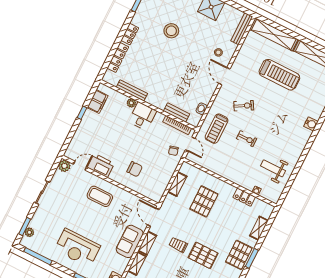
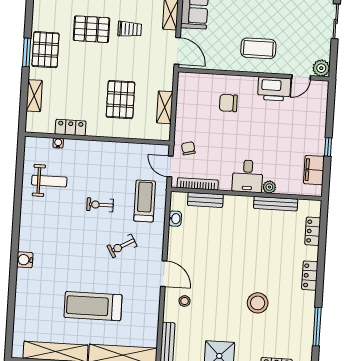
locker: (118, 57) -> (313, 231), width x0.66

